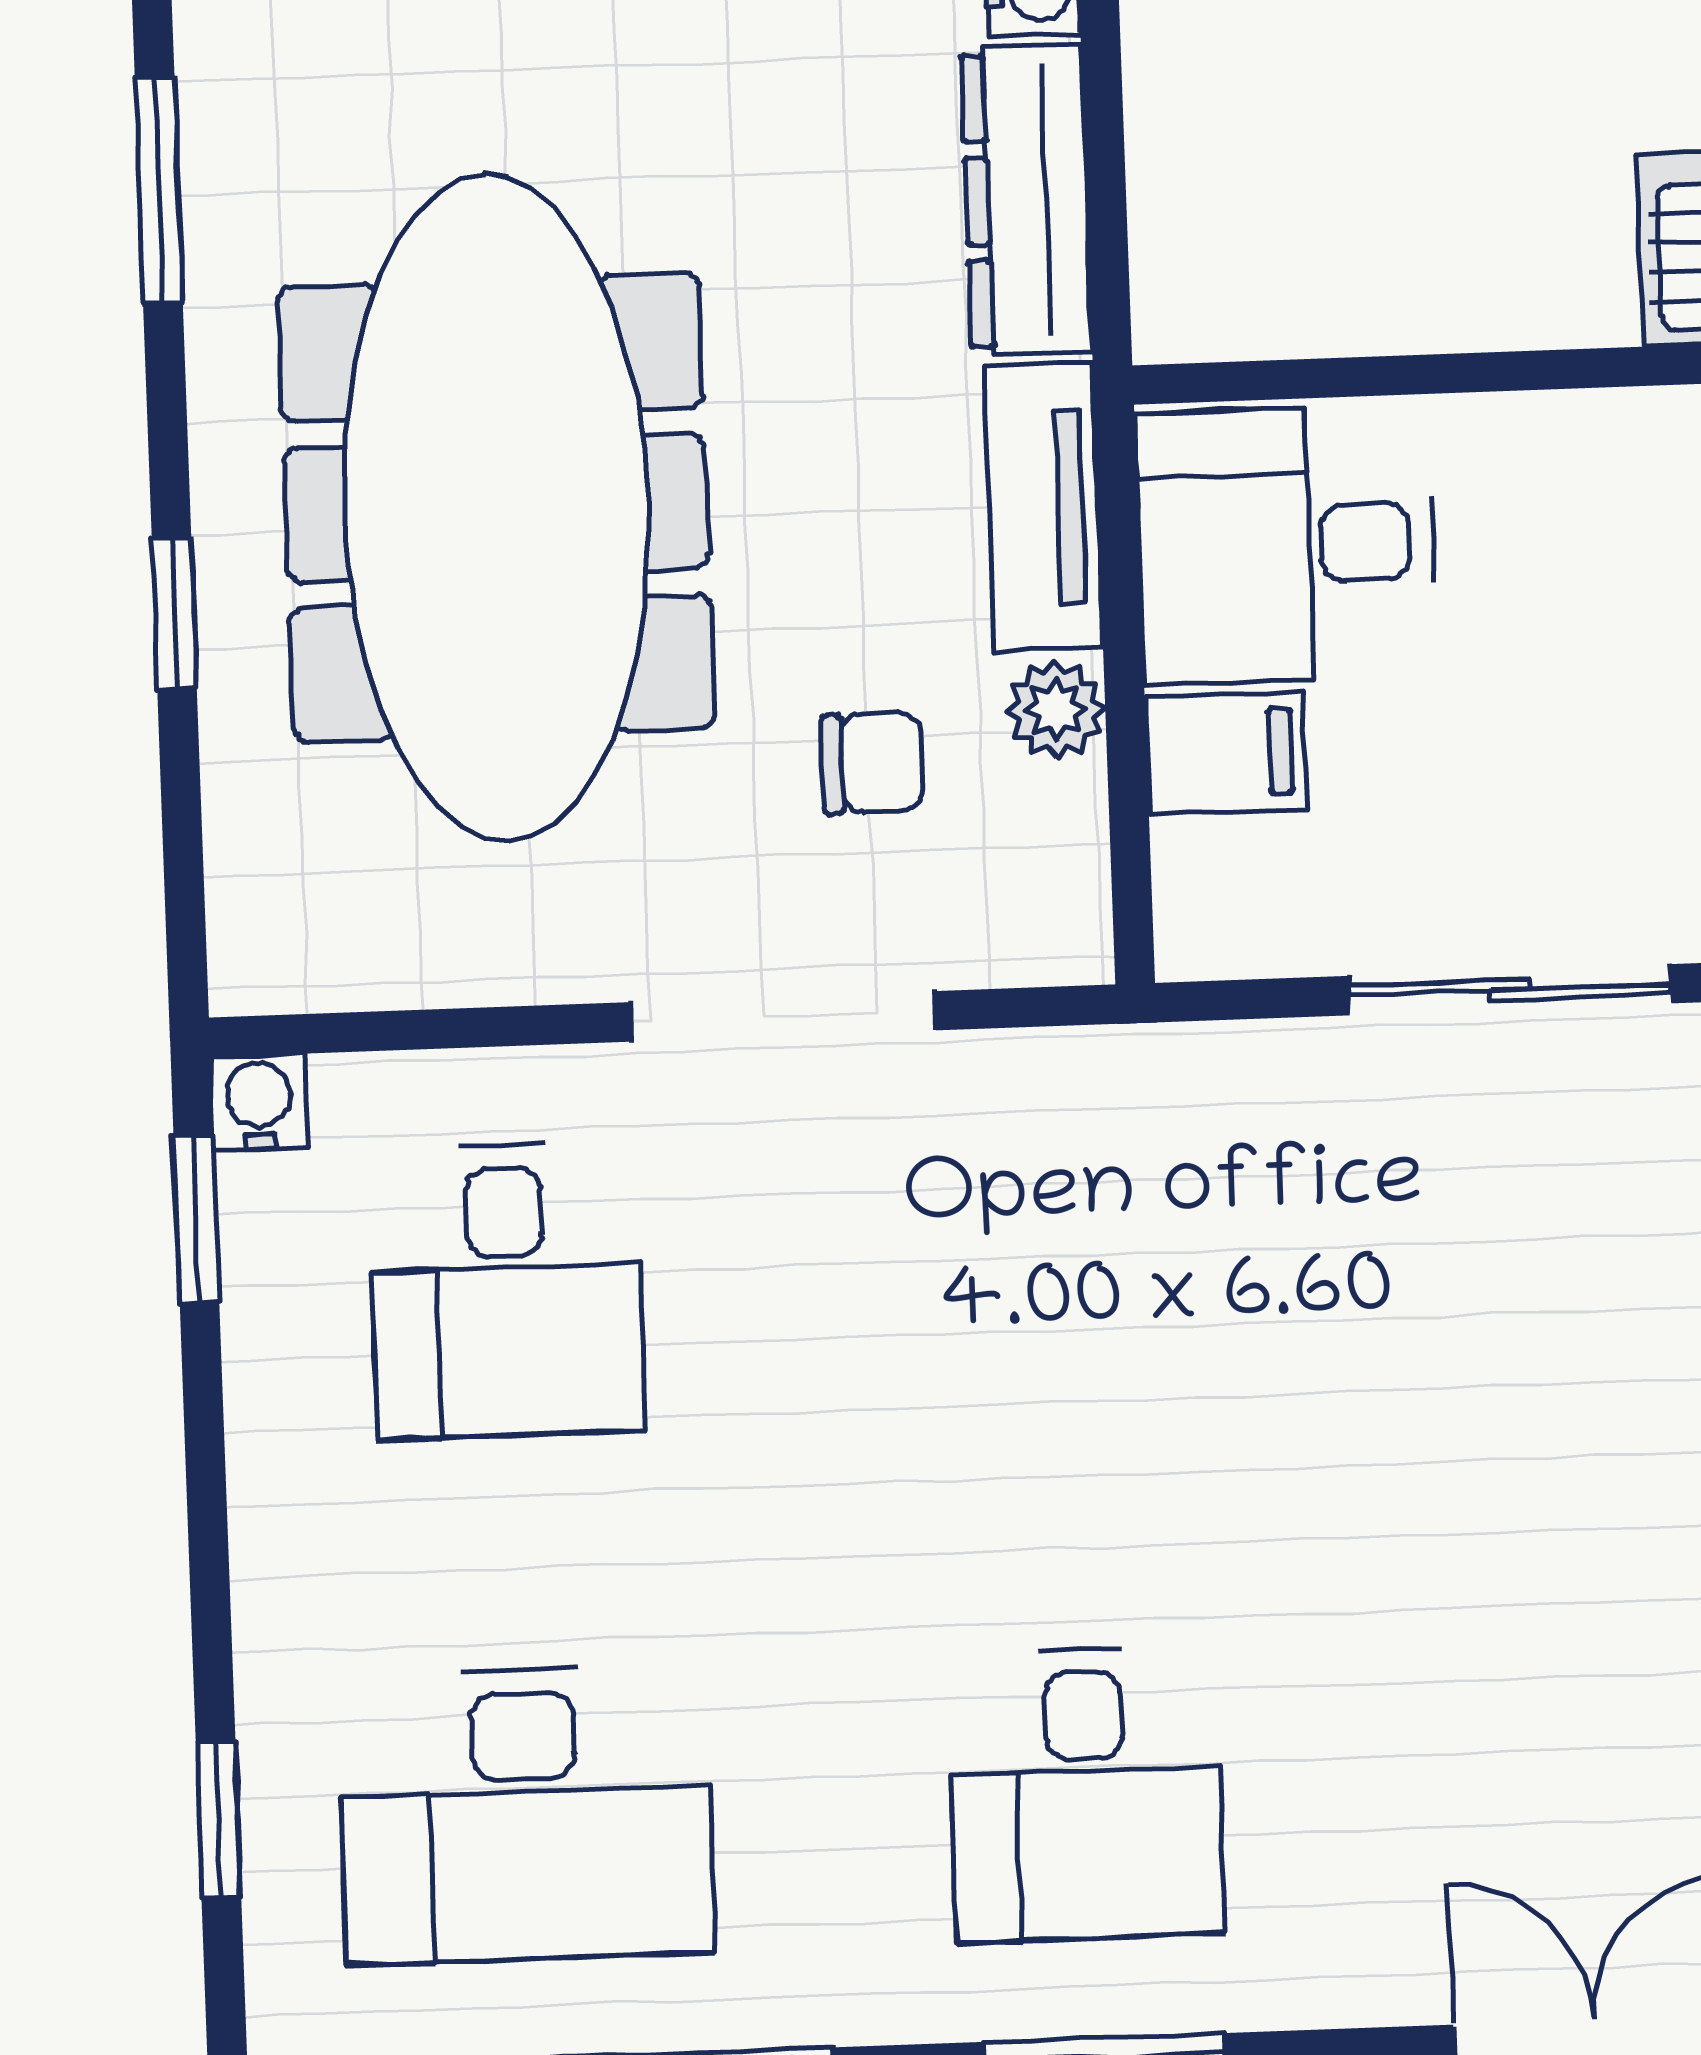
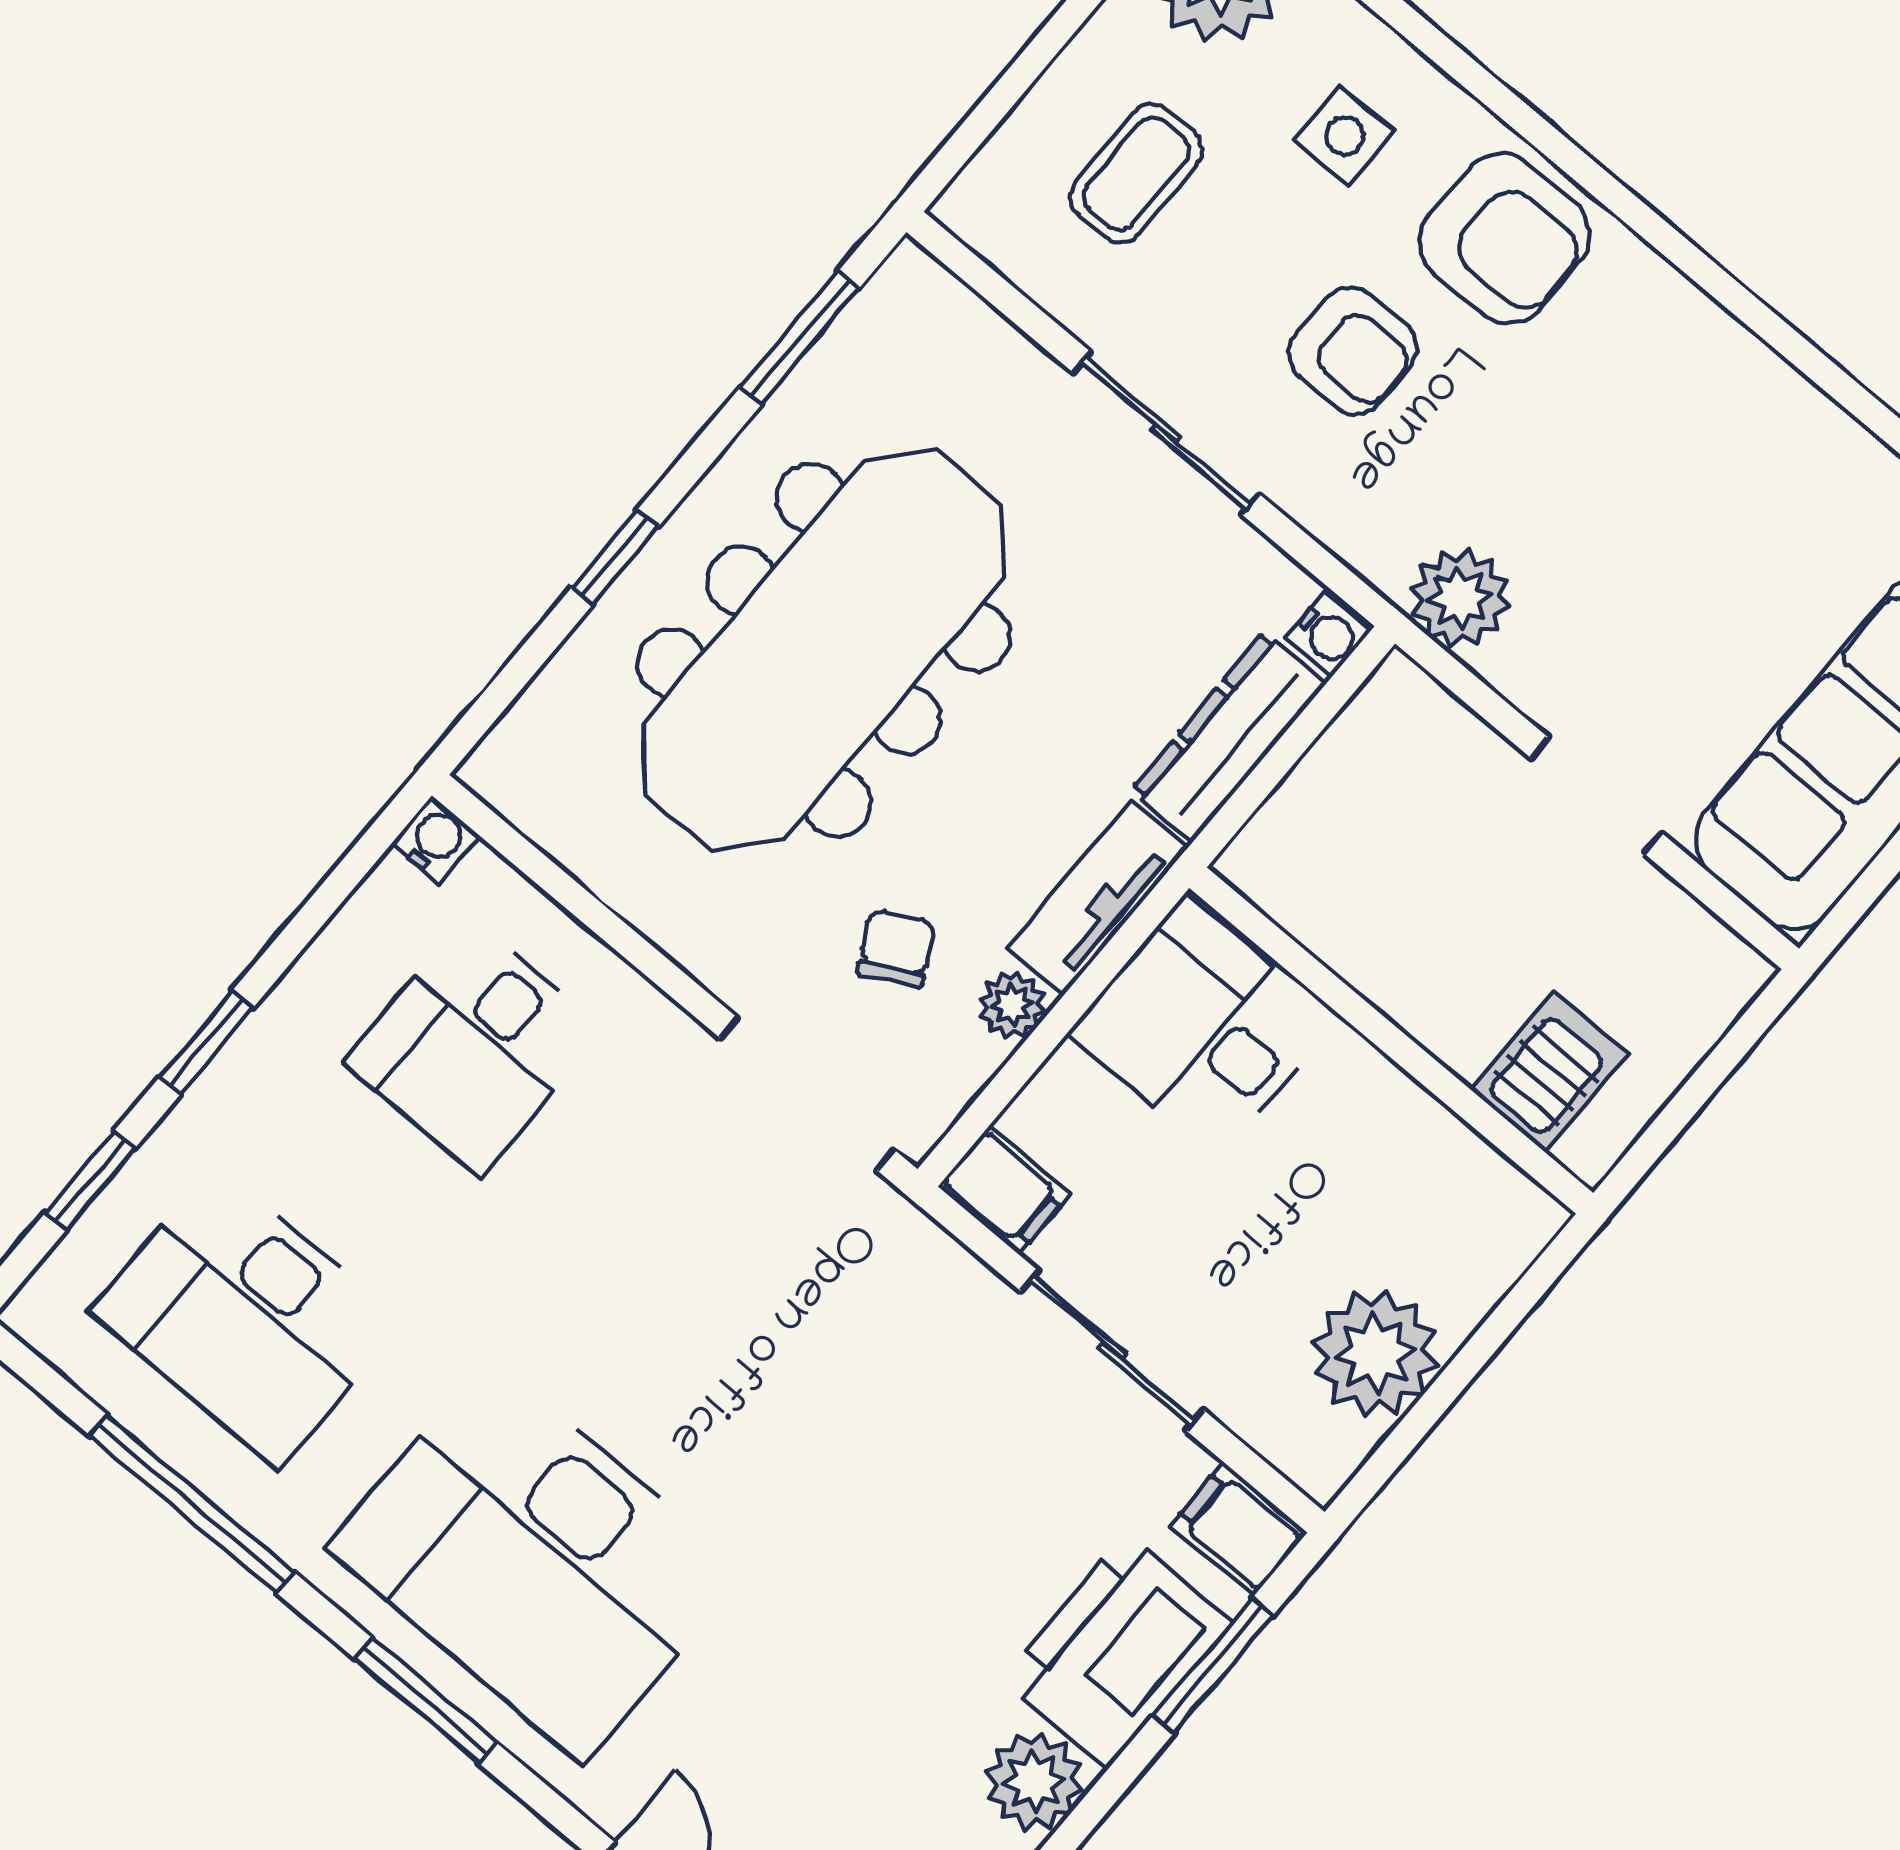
filing cabinet: (1225, 753) -> (1004, 1190), moved
chair: (872, 763) -> (896, 948), turned -118
doorway: (783, 1016) -> (807, 1094), moved
window: (196, 1220) -> (206, 1042), moved
desk: (1086, 1794) -> (536, 1560), width x1.87, depth x1.30

